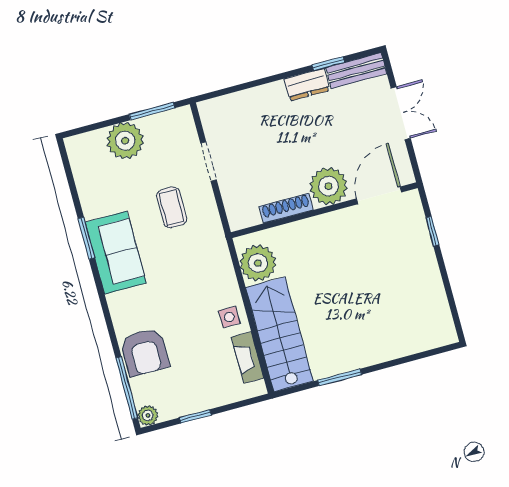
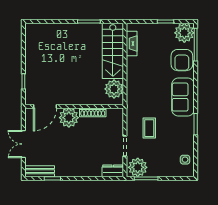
dresser: (307, 85) -> (113, 171), moved
plant: (125, 141) -> (138, 167), moved
sofa: (116, 253) -> (183, 97), moved
side table: (229, 317) -> (185, 160), moved
armchair: (145, 352) -> (182, 60), turned 180
plant: (148, 415) -> (184, 33), width x1.87, depth x1.87

